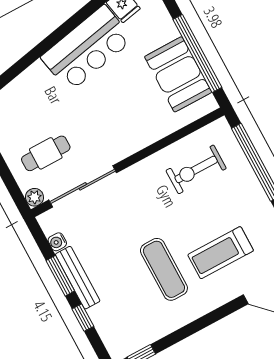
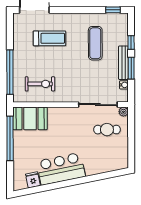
booth: (178, 74) -> (30, 119), moved, turned 90
exercise mat: (164, 269) -> (95, 43), moved

